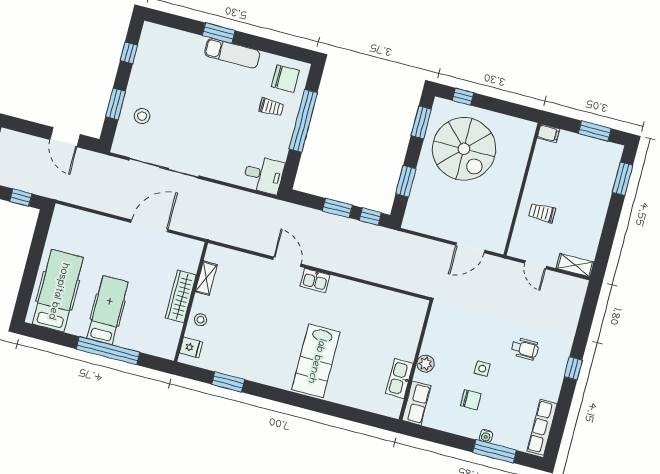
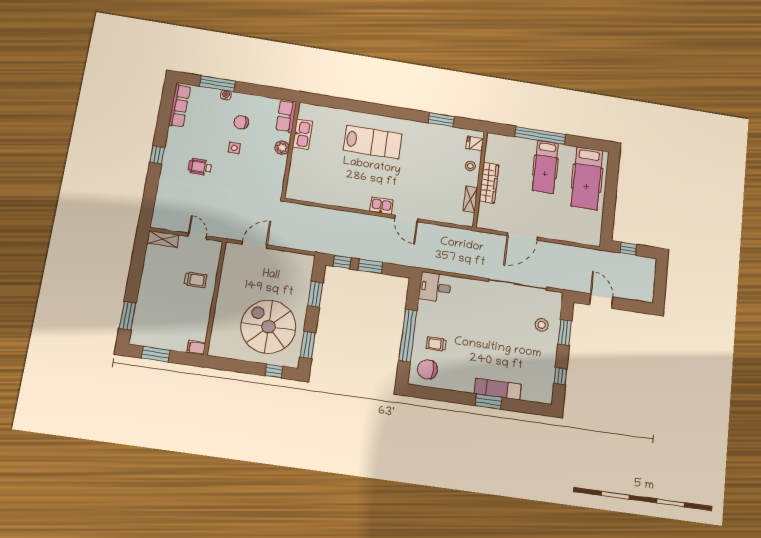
exam couch: (232, 53) -> (498, 389), moved
lab bench: (316, 361) -> (373, 142), turned 90

